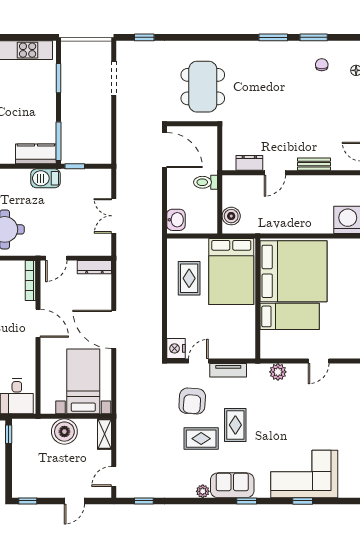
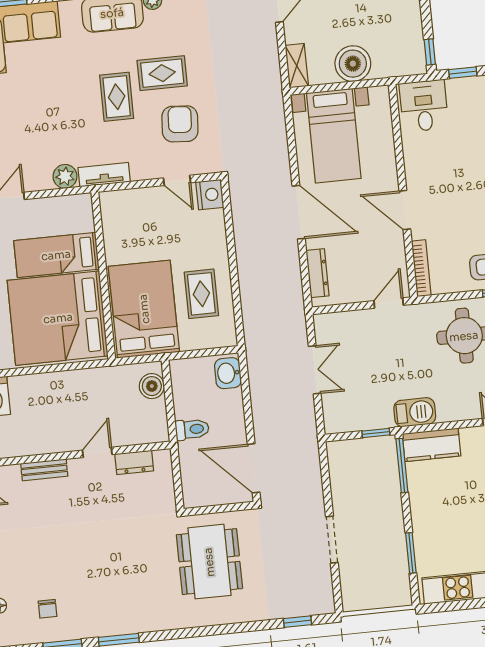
doorway: (114, 78) -> (332, 540), moved
dresser: (94, 267) -> (317, 273), moved, turned 90
door: (198, 361) -> (177, 180), hinge flipped
tv unit: (228, 370) -> (104, 175), moved

